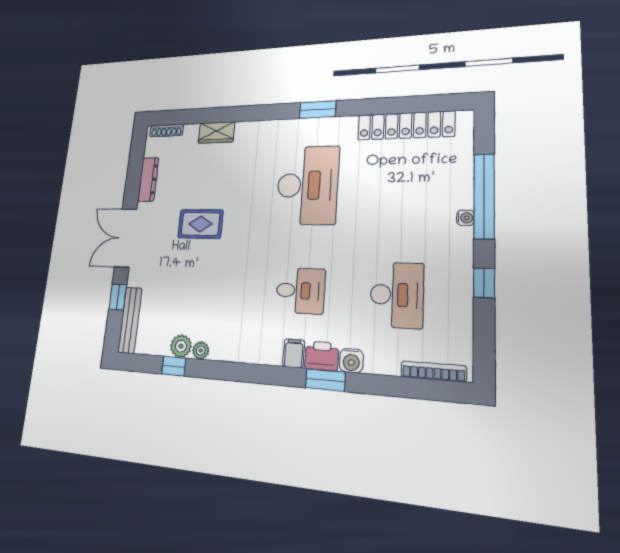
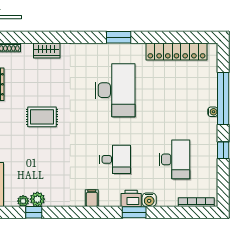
plant: (201, 351) -> (23, 201), moved
filing cabinet: (294, 353) -> (92, 198), moved

